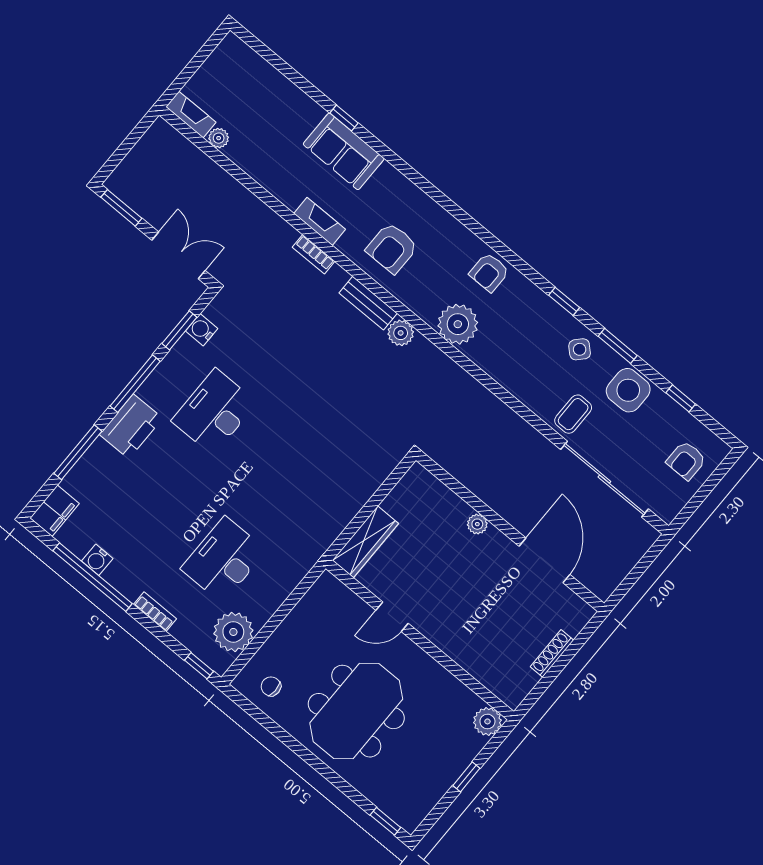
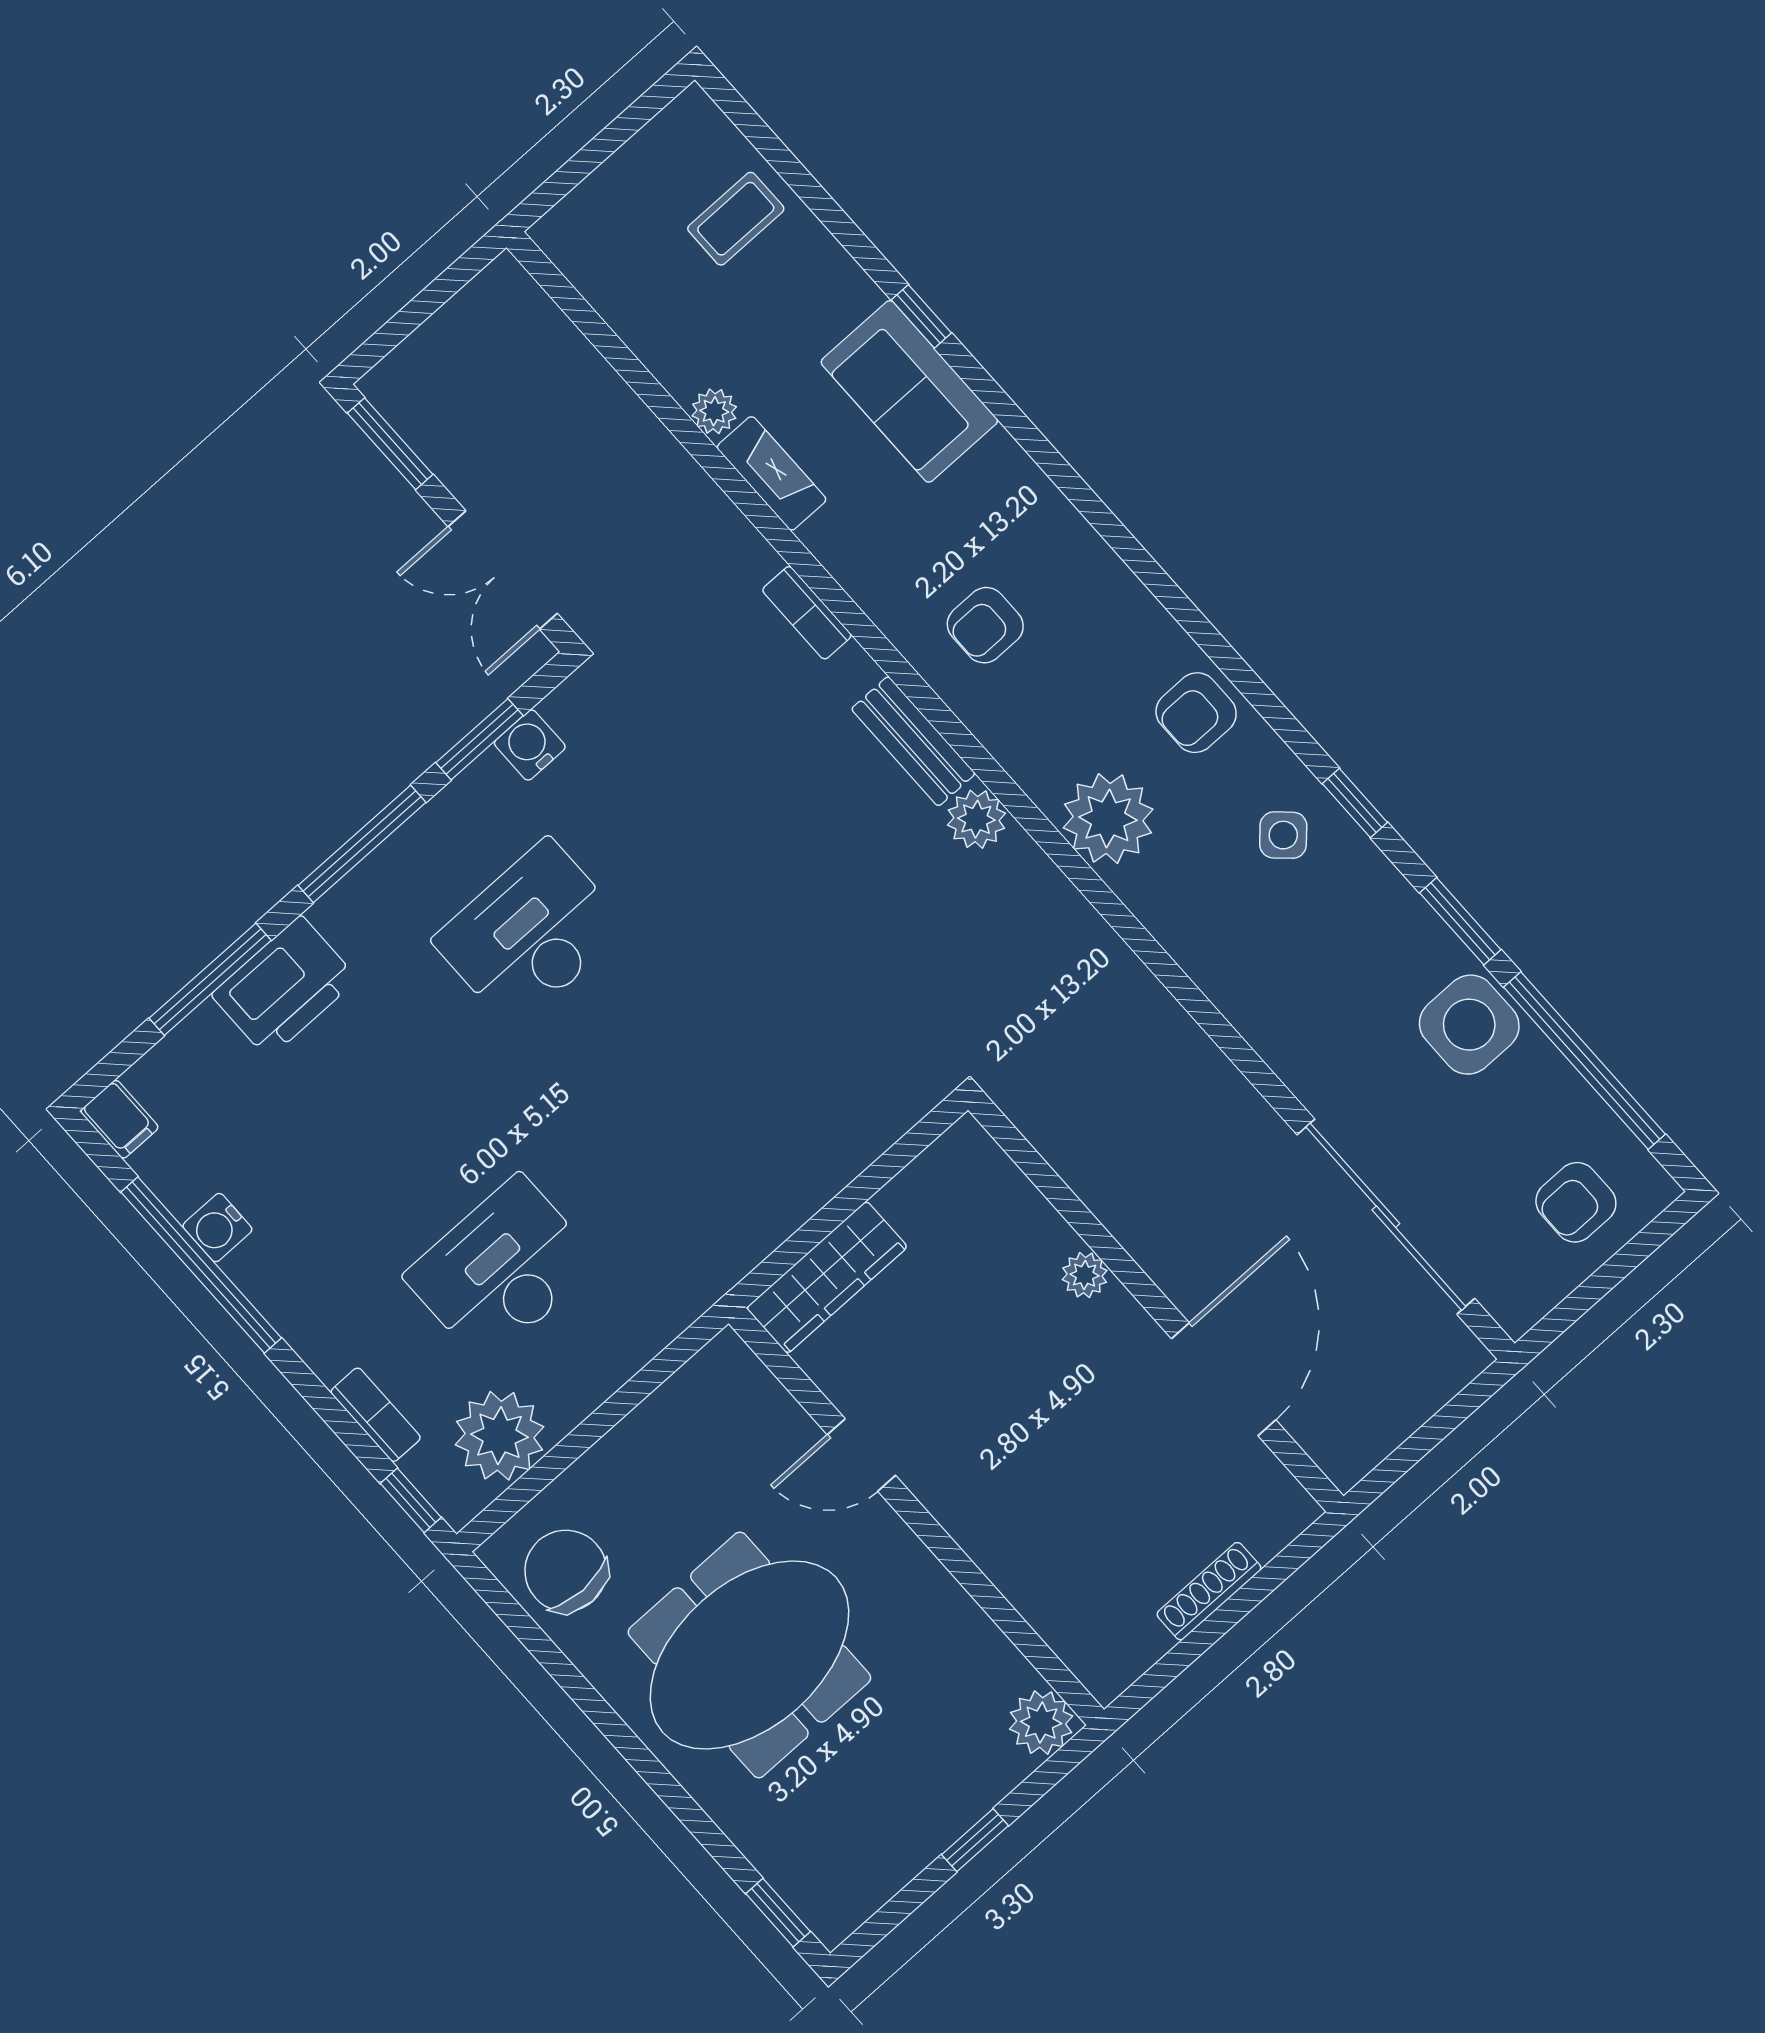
fireplace: (191, 115) -> (578, 257), removed
plant: (219, 138) -> (714, 411), moved
fireplace: (320, 221) -> (772, 473), moved
armchair: (392, 248) -> (985, 625), width x0.72, depth x0.72
double door: (178, 255) -> (503, 570), swing flipped
side table: (580, 349) -> (1283, 835), moved
window: (681, 398) -> (1585, 1061), width x3.17
coffee table: (573, 414) -> (736, 219), moved
printer: (131, 426) -> (284, 987), moved
filing cabinet: (55, 511) -> (120, 1119), width x0.50
bookcase: (155, 612) -> (376, 1415), moved
chair: (271, 686) -> (566, 1571), width x1.87, depth x1.87

